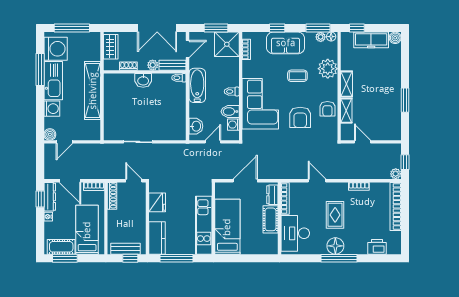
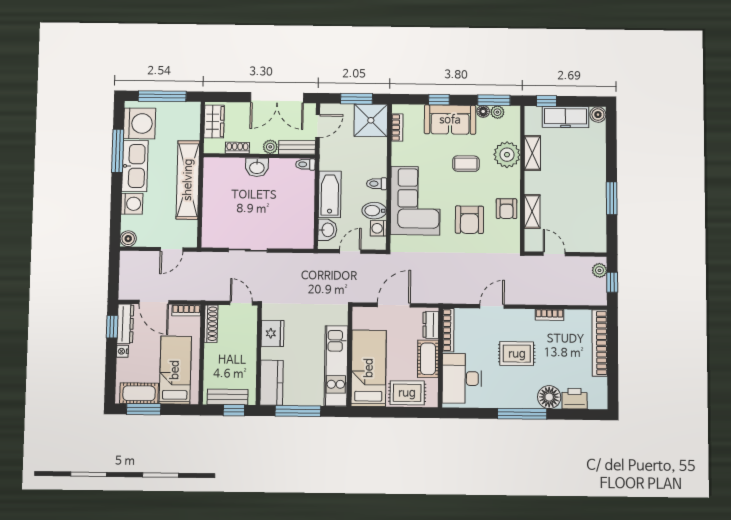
floor lamp: (331, 37) -> (483, 111), moved
shelving: (347, 84) -> (532, 153), moved
bathtub: (197, 85) -> (330, 194), moved
door: (64, 142) -> (172, 249), moved
plant: (396, 174) -> (599, 270), moved
door: (317, 181) -> (492, 306), hinge flipped
rug: (335, 215) -> (517, 354), turned 90
rug: (256, 244) -> (407, 393), added
floor lamp: (335, 246) -> (549, 397), moved

